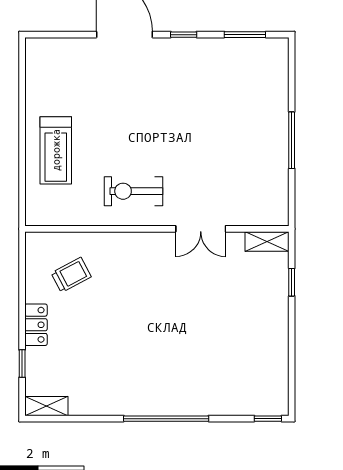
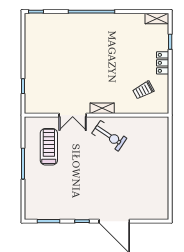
treadmill: (56, 150) -> (49, 147), moved
exercise bike: (134, 191) -> (109, 136), turned 34
double door: (201, 229) -> (73, 115), swing flipped
shelving: (267, 241) -> (102, 108), moved

